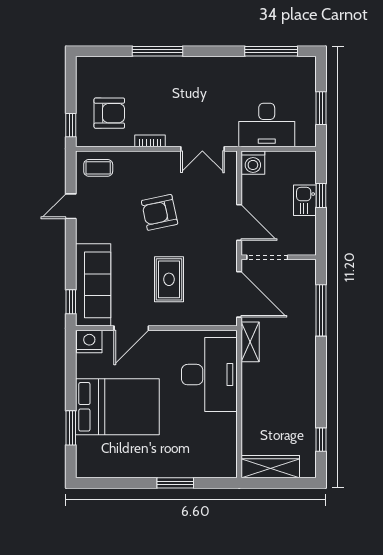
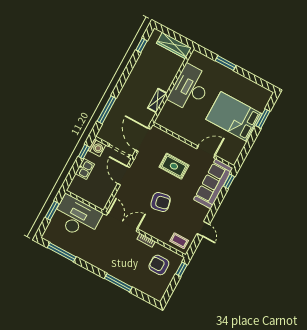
desk: (267, 125) -> (77, 217), width x1.36, depth x1.30
double door: (202, 149) -> (122, 222), width x1.37
washing machine: (253, 163) -> (97, 148), moved, turned 90
window: (321, 196) -> (84, 152), moved
door: (71, 206) -> (203, 229), hinge flipped
rug: (169, 279) -> (174, 166), turned 90
nightstand: (89, 341) -> (230, 157), removed
shelving: (250, 342) -> (157, 101), moved
desk: (209, 375) -> (190, 88), moved

